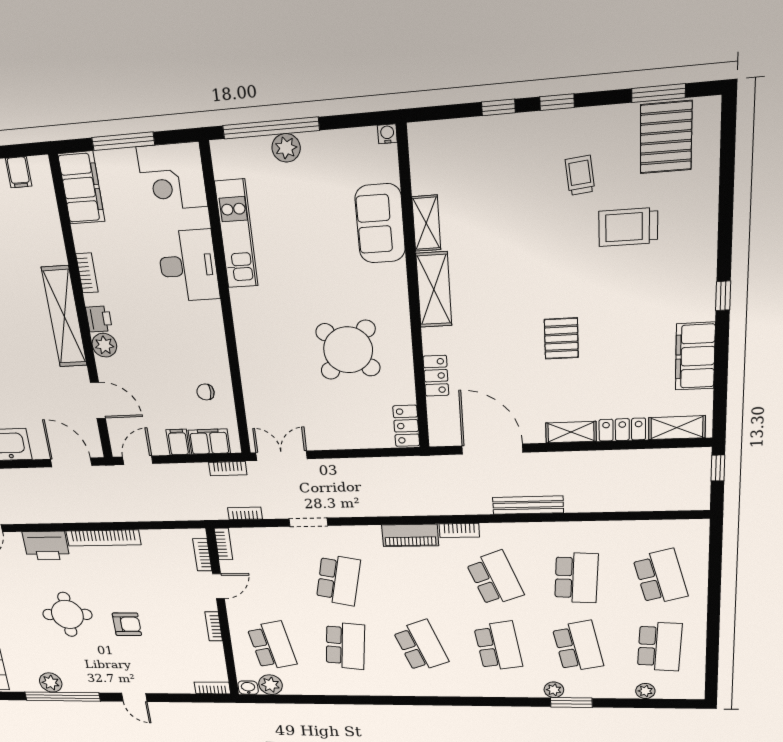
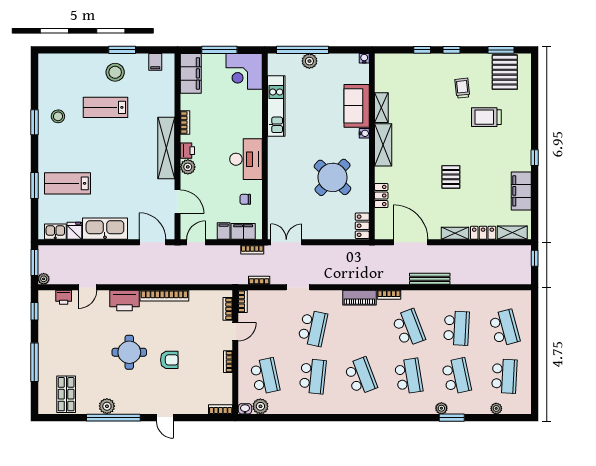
desk: (188, 266) -> (246, 159), moved
water cooler: (398, 272) -> (364, 133), added

